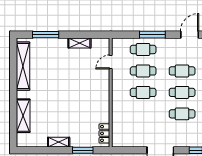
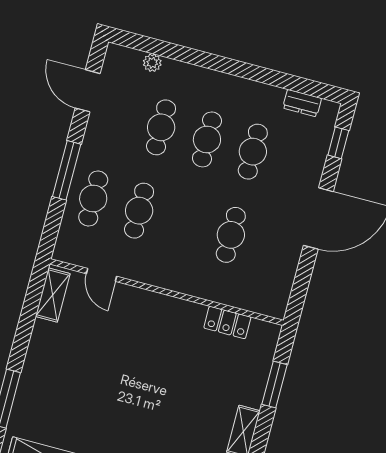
shelving: (79, 43) -> (53, 295), moved
cafe table: (143, 92) -> (231, 235), moved
locker: (104, 133) -> (227, 323), moved

